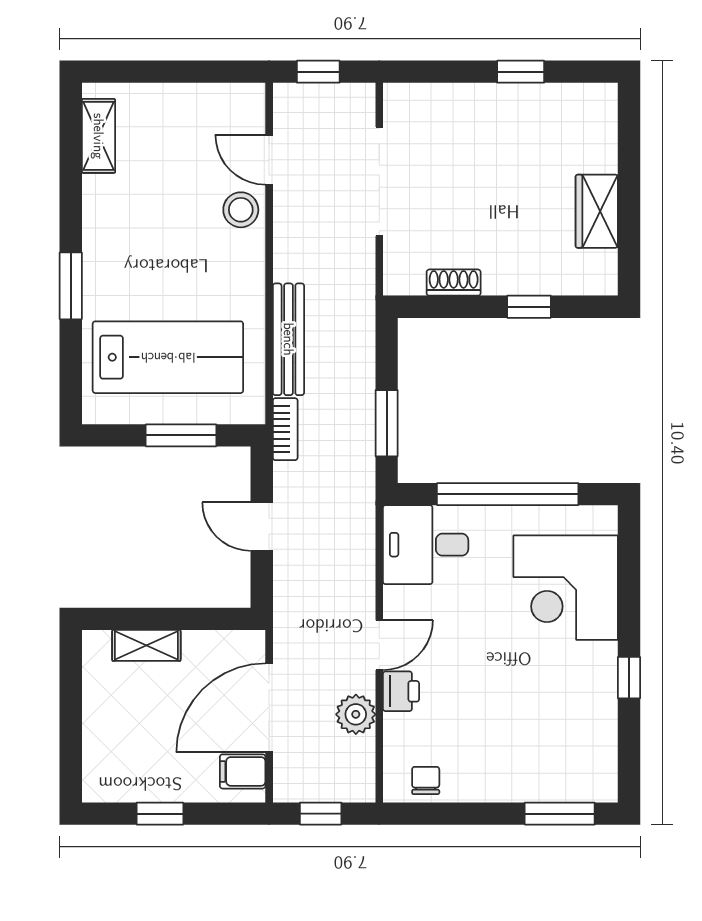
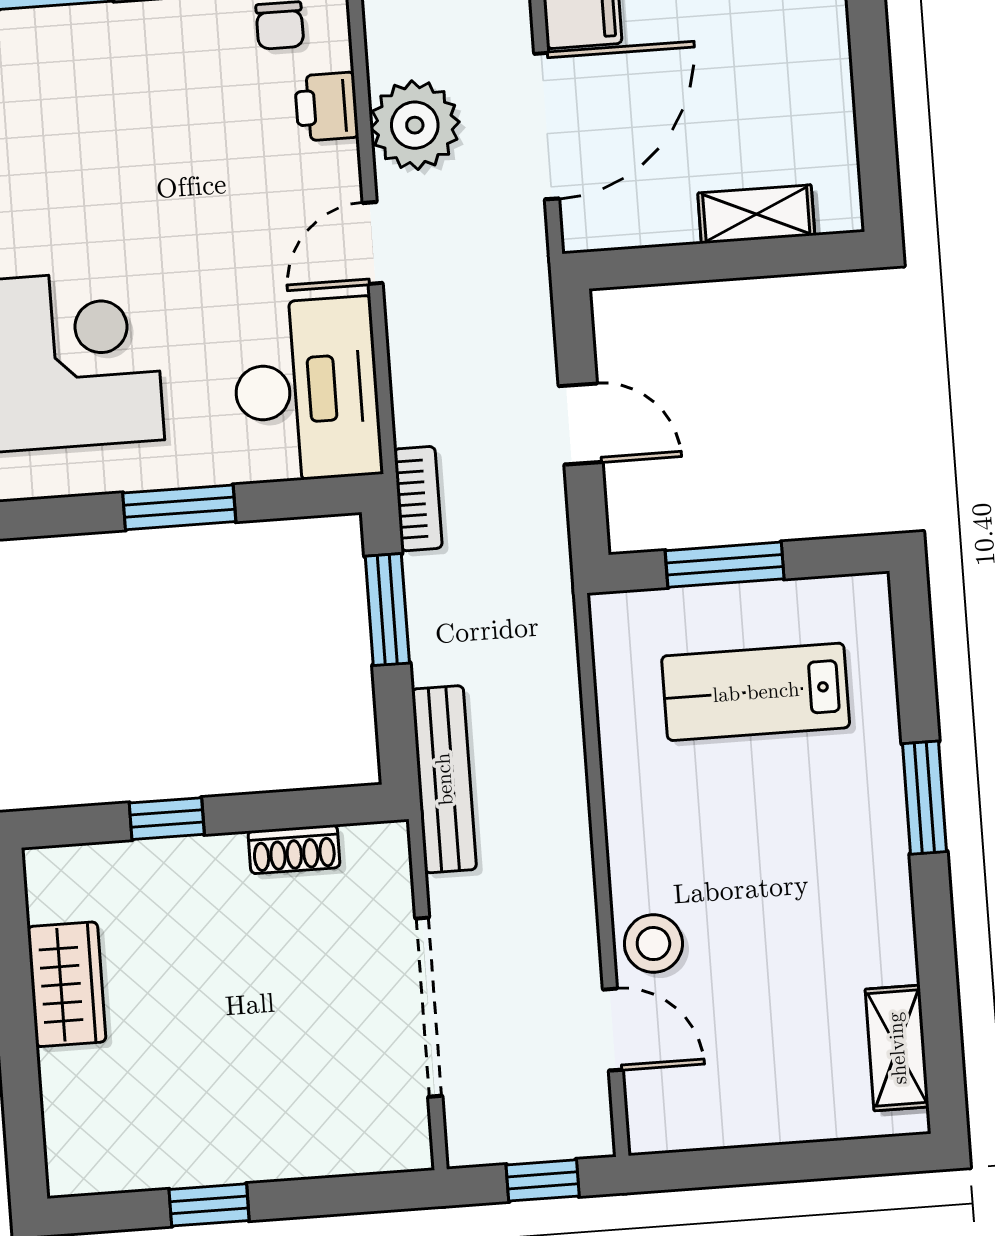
bench: (288, 339) -> (444, 779), moved
lab bench: (168, 357) -> (756, 692), width x0.73, depth x0.72
bookcase: (285, 429) -> (418, 499), moved, turned 180
window: (508, 494) -> (179, 507), width x0.47
desk: (426, 545) -> (307, 390), width x1.37
printer: (401, 691) -> (327, 107), moved
plant: (356, 714) -> (415, 125), width x1.36, depth x1.36

